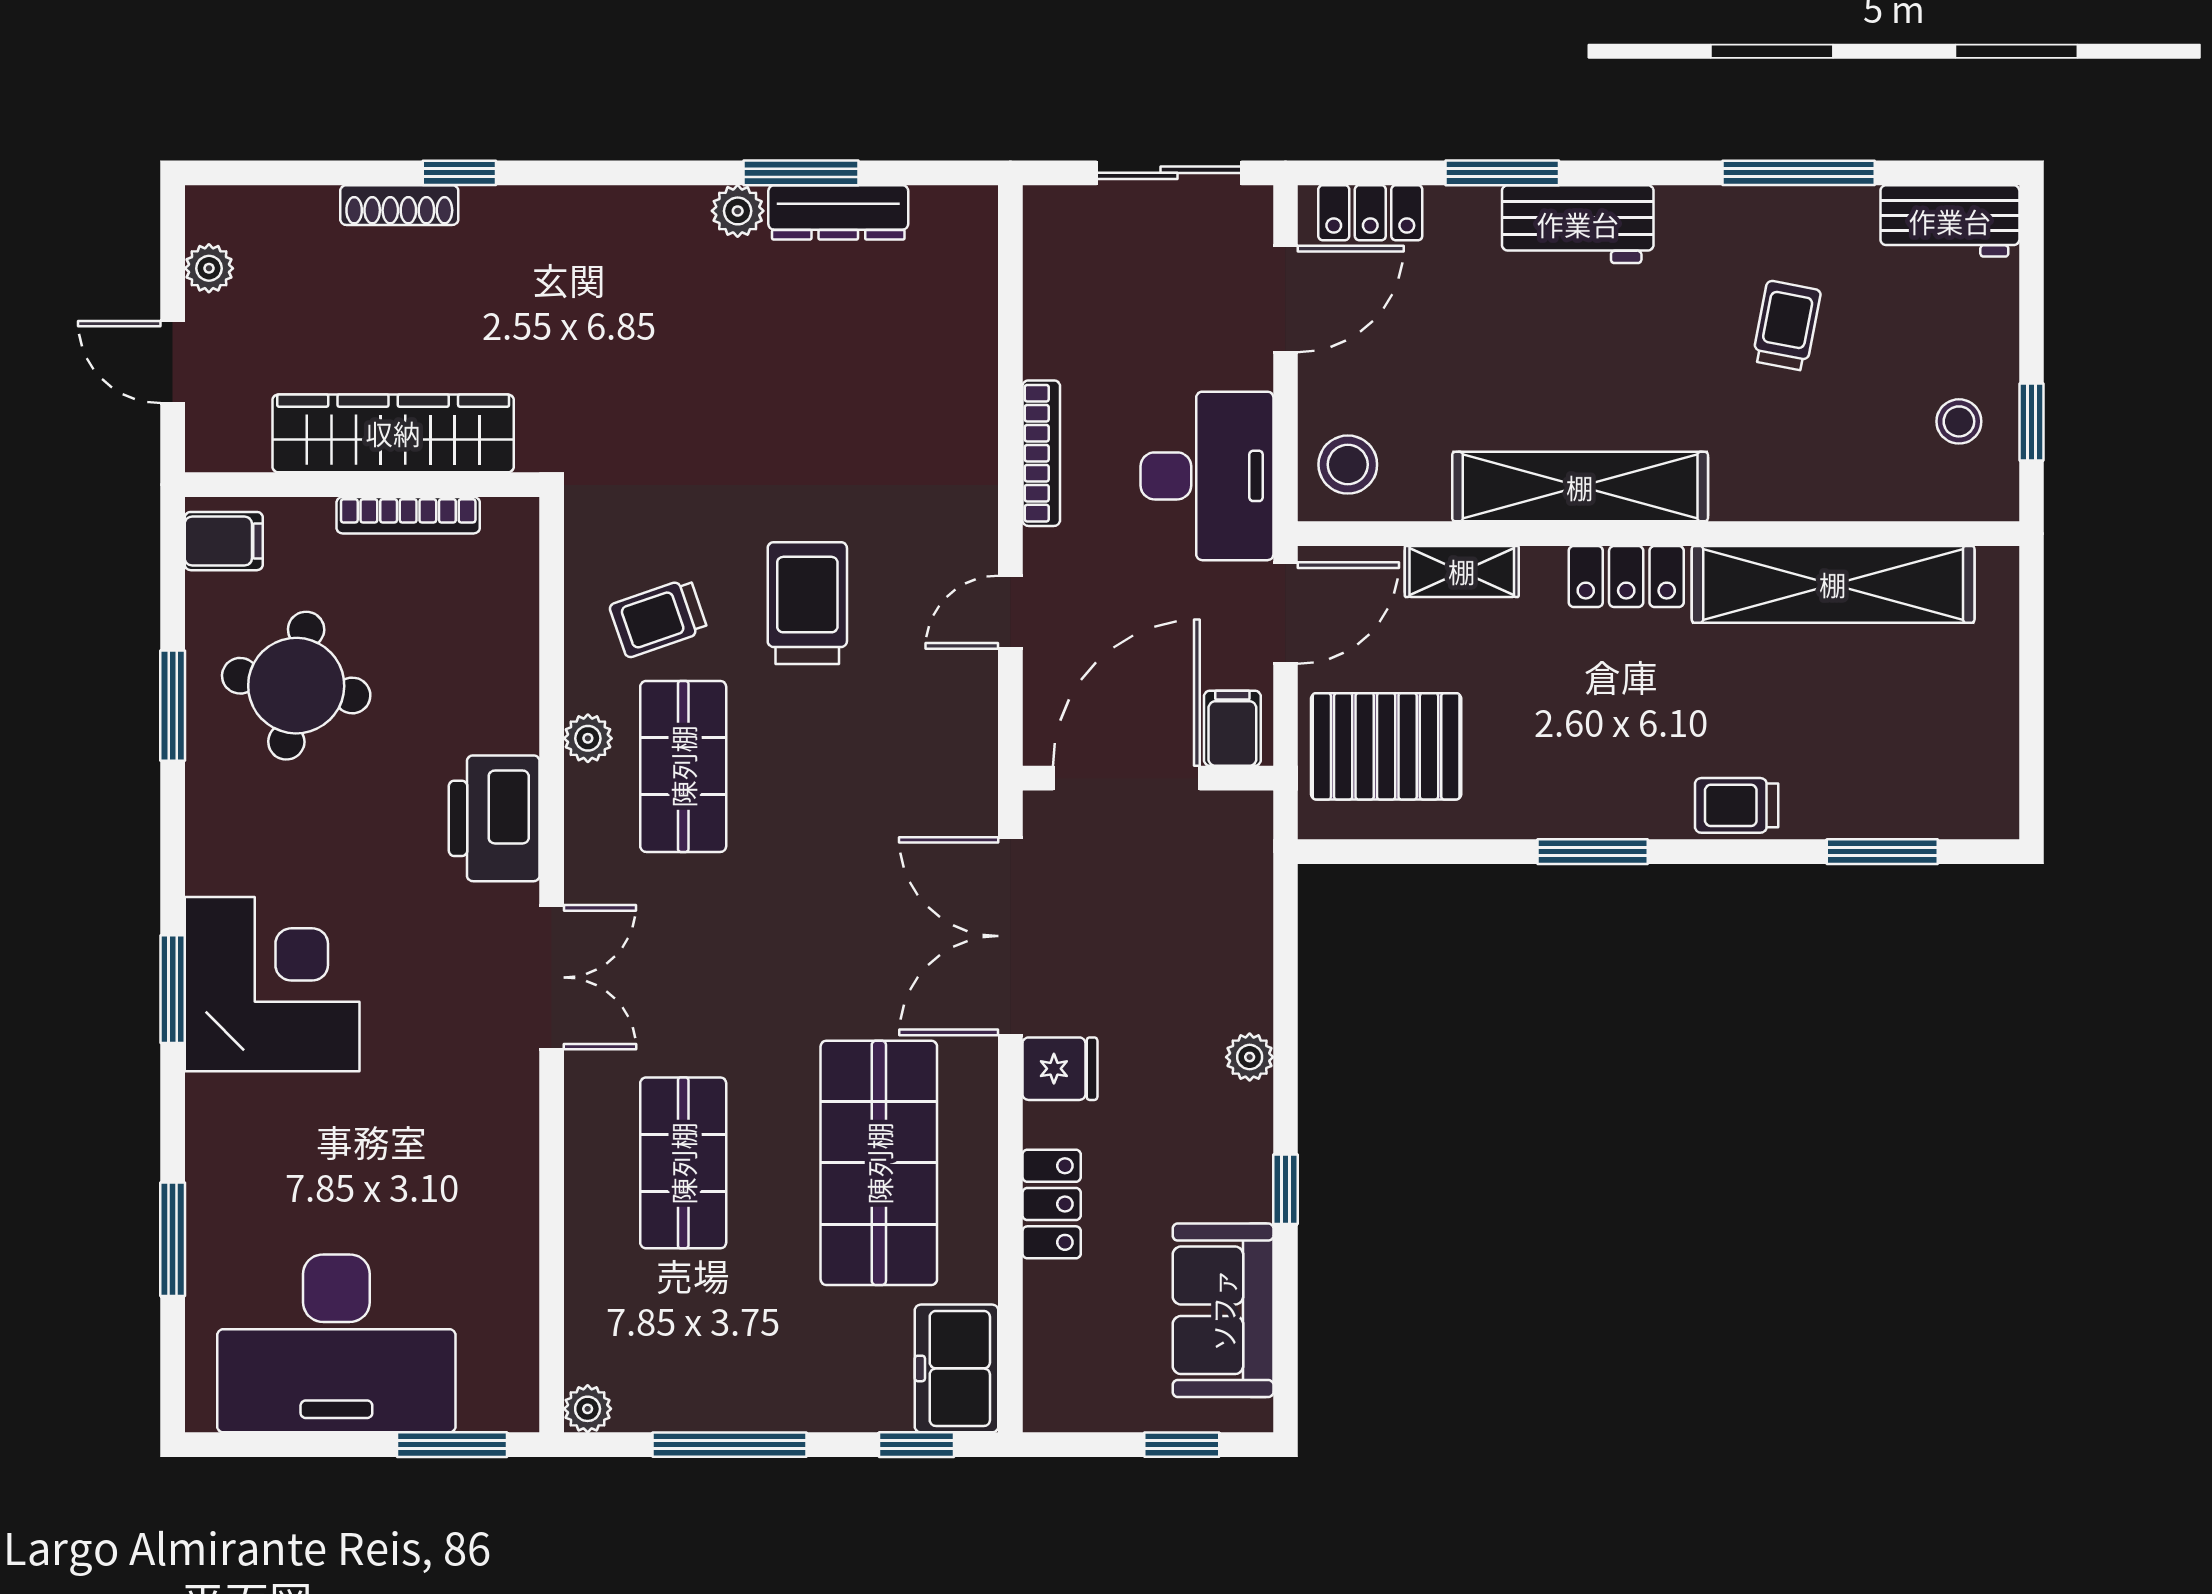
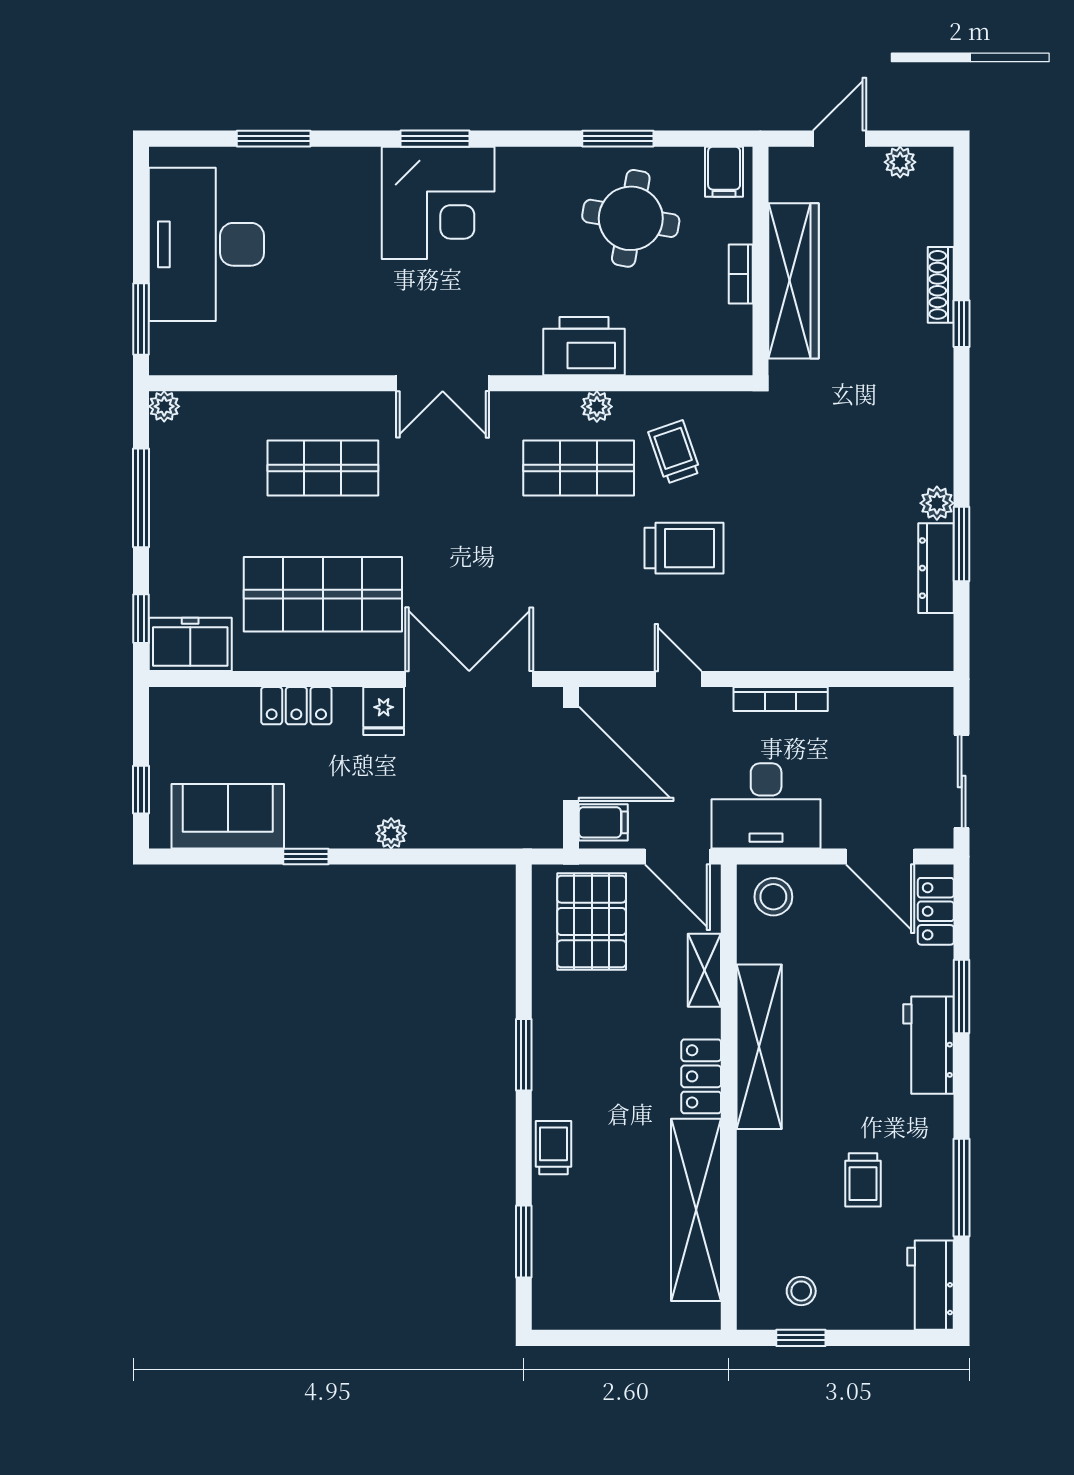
trolley: (1787, 326) -> (863, 1180), turned 79
bookcase: (408, 515) -> (741, 274), width x0.64
printer: (494, 818) -> (584, 346), moved

